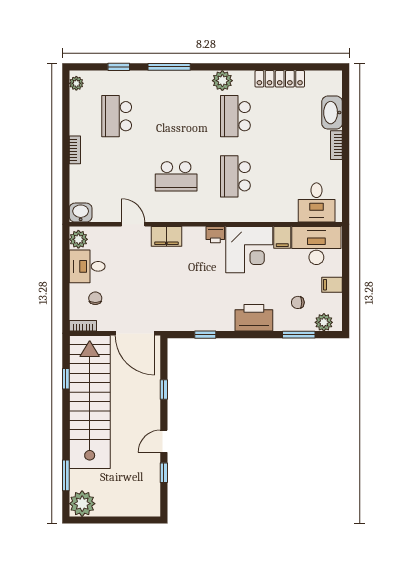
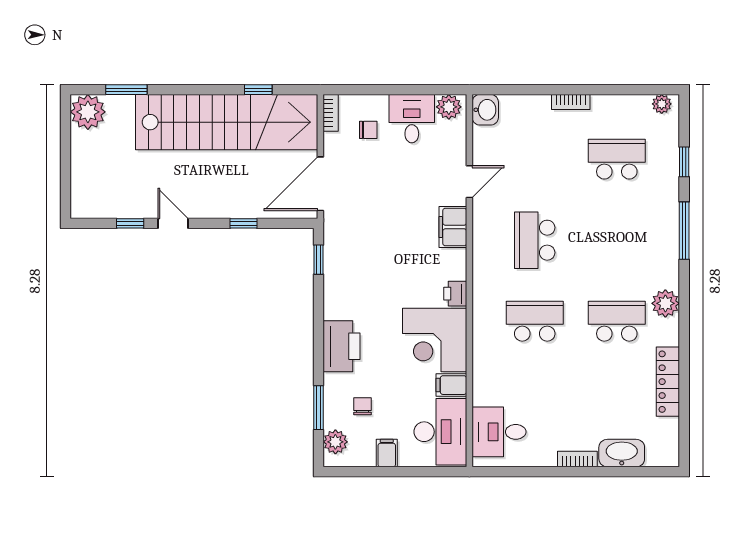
window: (205, 335) -> (319, 260), moved

